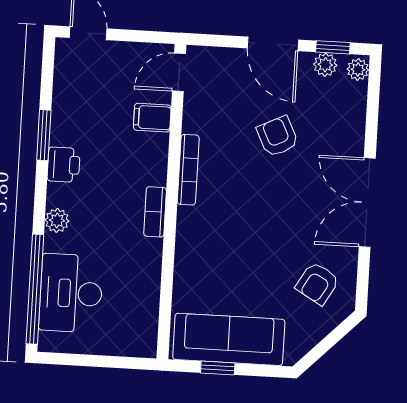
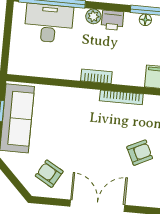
floor lamp: (59, 135) -> (145, 20), added
printer: (64, 165) -> (112, 20), moved

